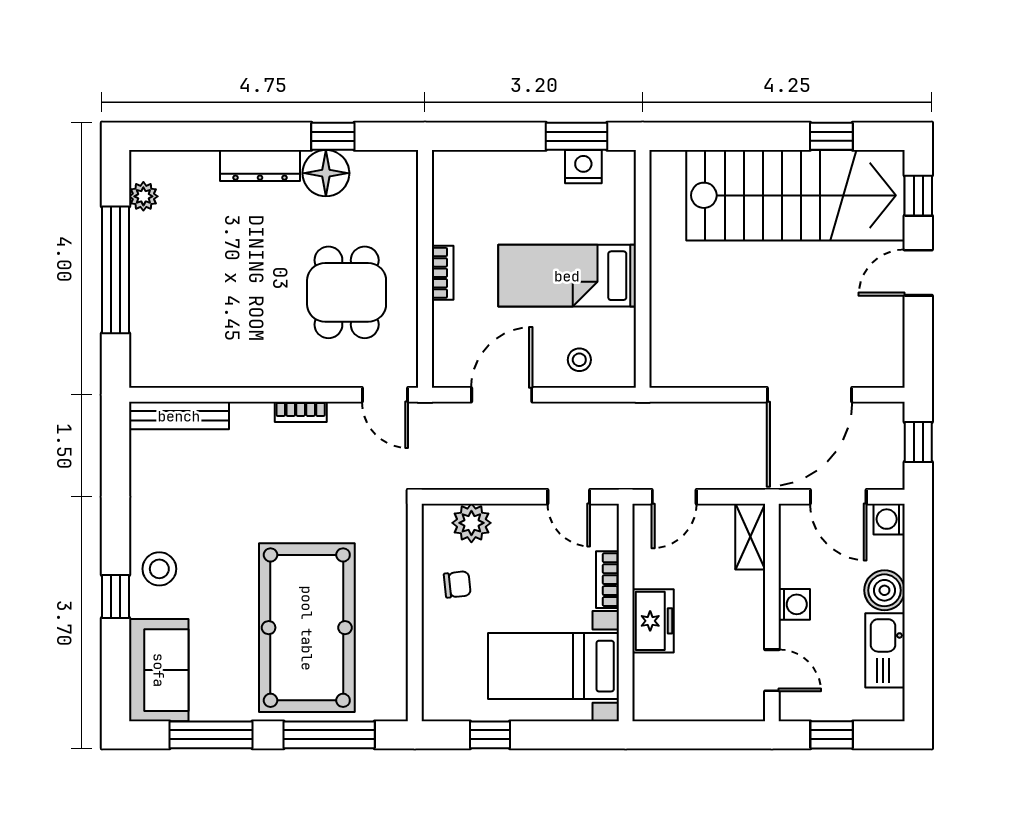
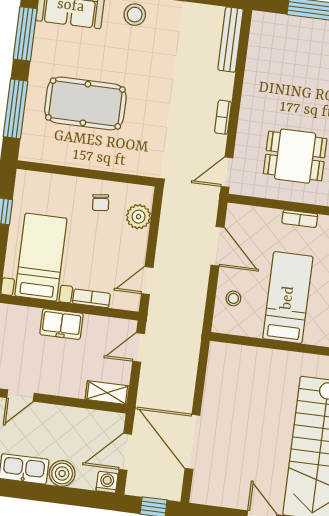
door: (674, 497) -> (139, 347), hinge flipped
washing machine: (794, 604) -> (61, 415), removed
pool table: (307, 628) -> (85, 103), width x0.73, depth x0.76

